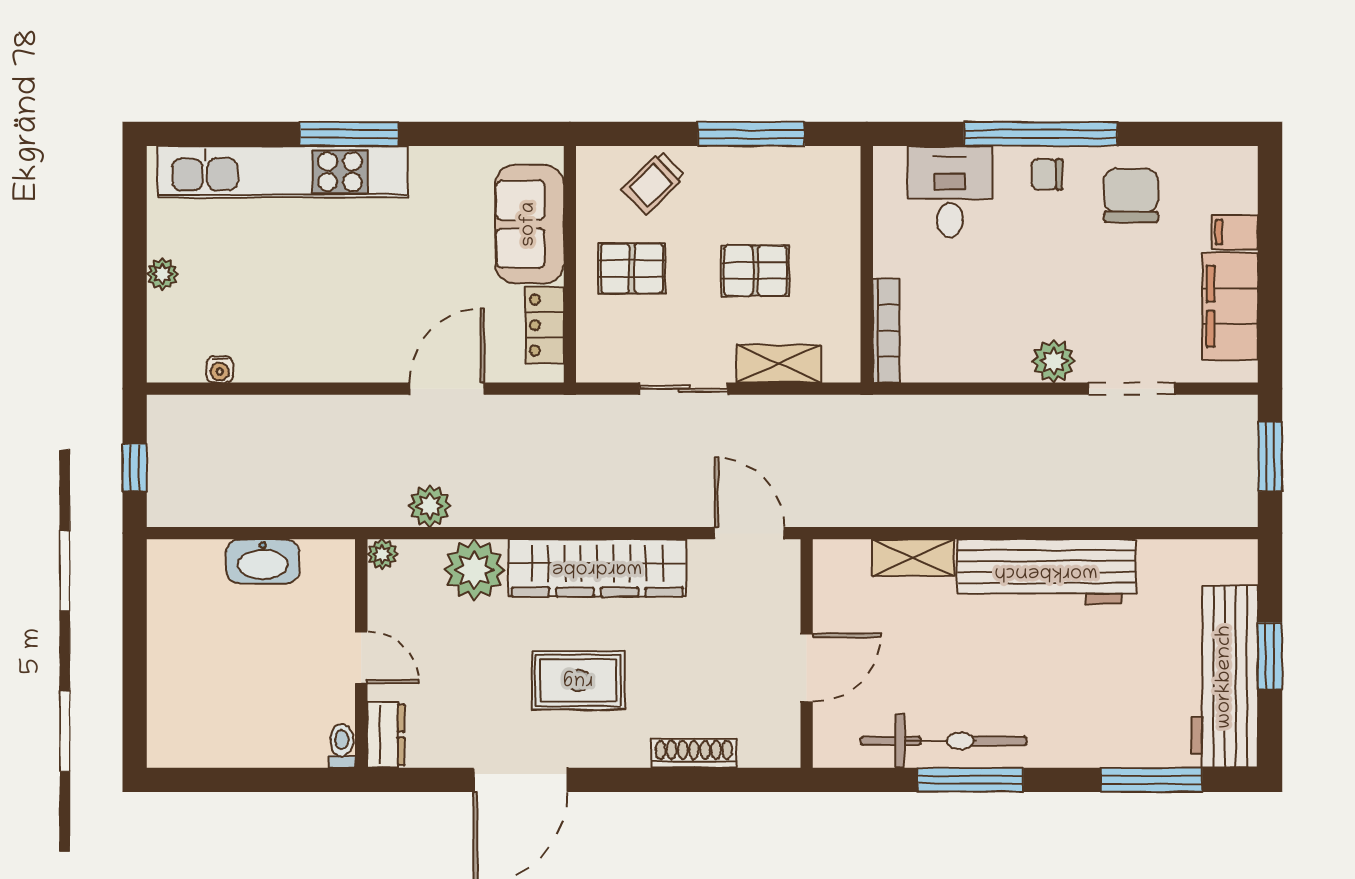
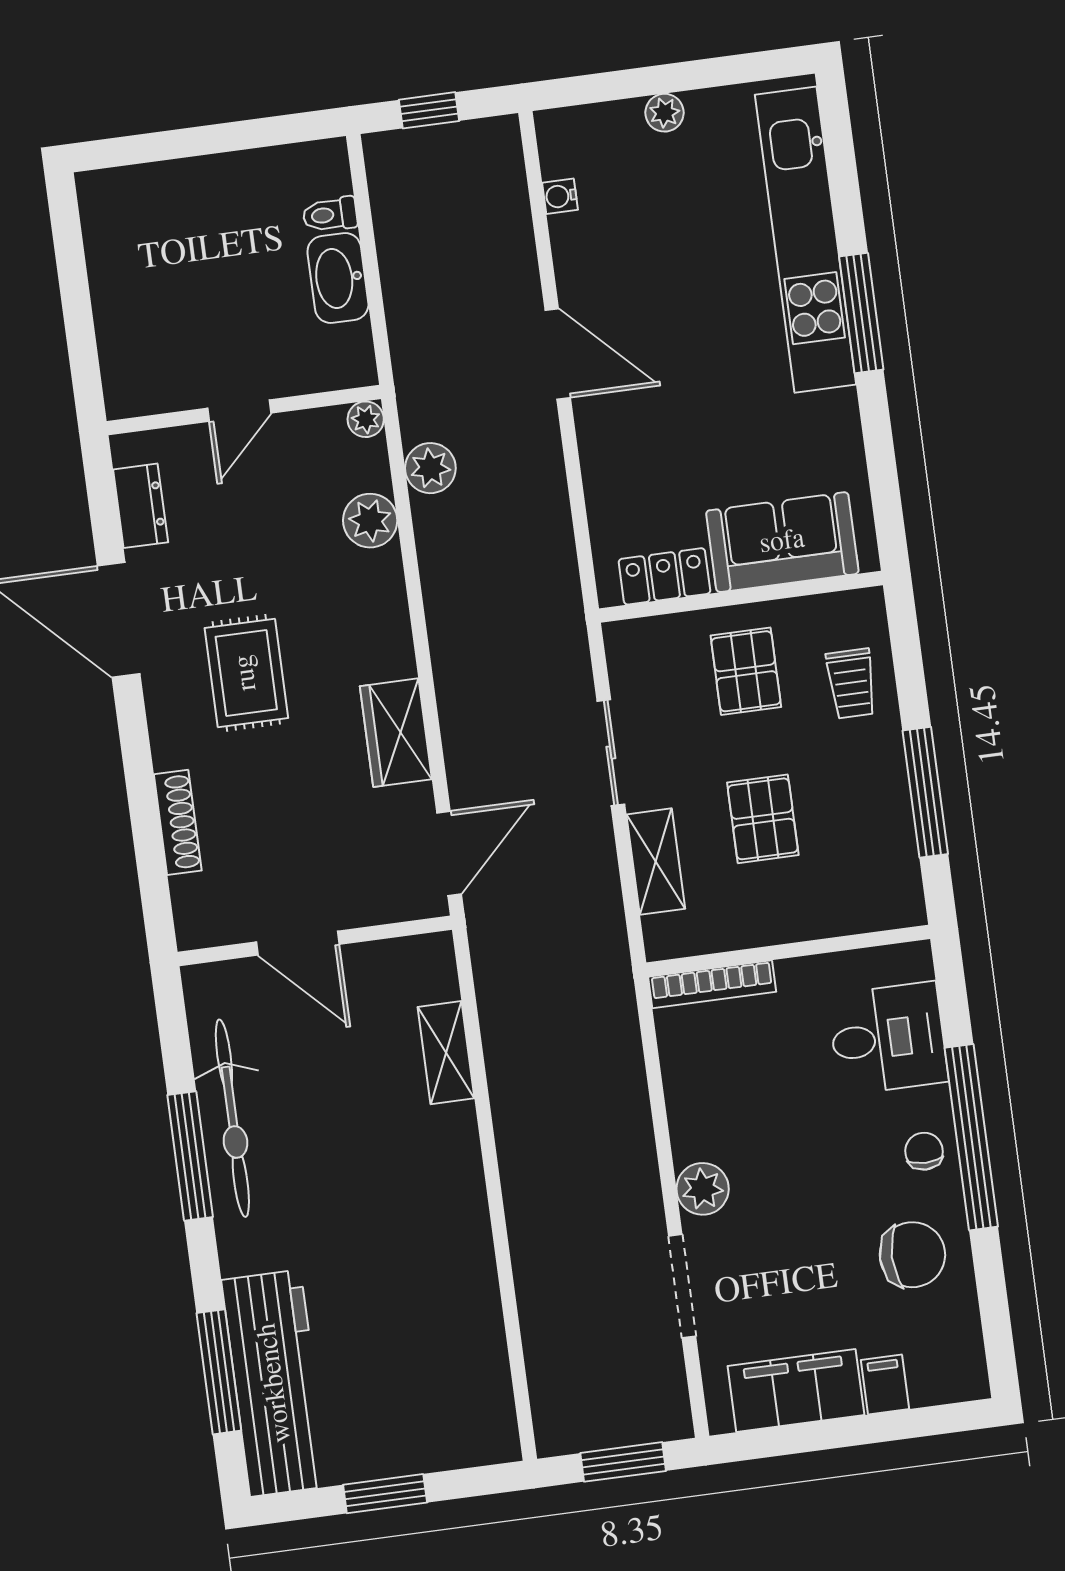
trolley: (653, 183) -> (851, 684), turned -136
door: (447, 389) -> (558, 354), moved
wardrobe: (597, 568) -> (396, 733), width x0.48, depth x0.85
plant: (474, 570) -> (370, 521), width x0.73, depth x0.73
workbench: (1046, 572) -> (450, 1214), removed
workbench: (1225, 677) -> (275, 1383), moved, turned 90
dresser: (386, 735) -> (141, 506), moved, turned -90
toilet: (342, 746) -> (330, 215), moved, turned 180

